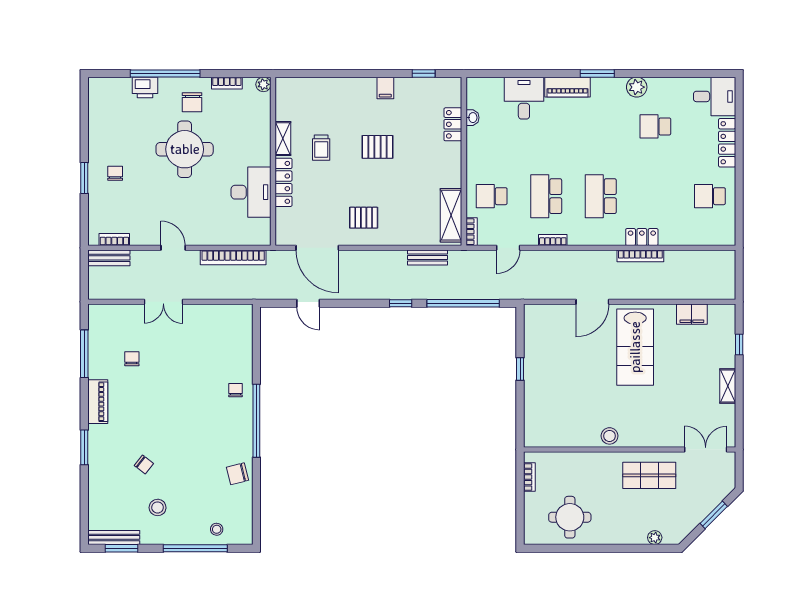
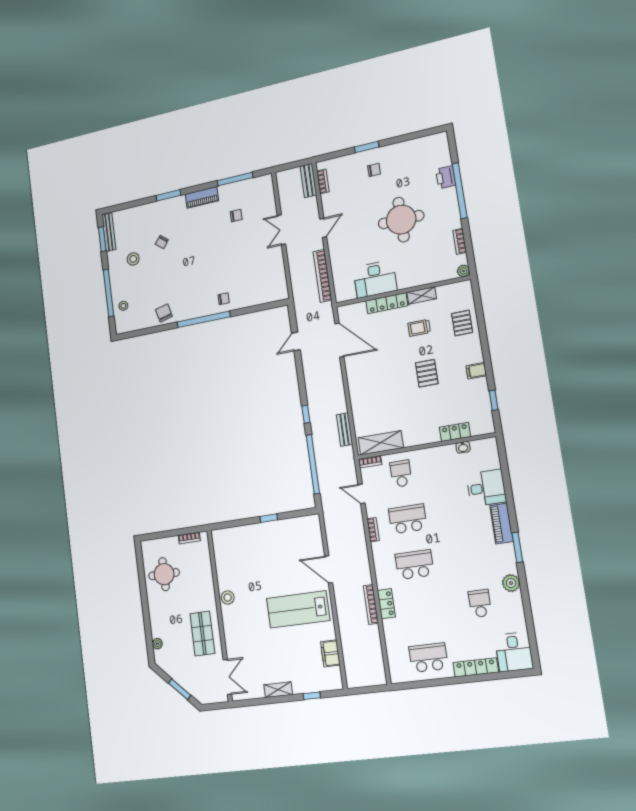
chair: (192, 102) -> (440, 217), removed
school desk: (710, 196) -> (428, 658), width x1.85
pallet: (364, 218) -> (462, 323), moved
door: (317, 248) -> (339, 340), swing flipped

